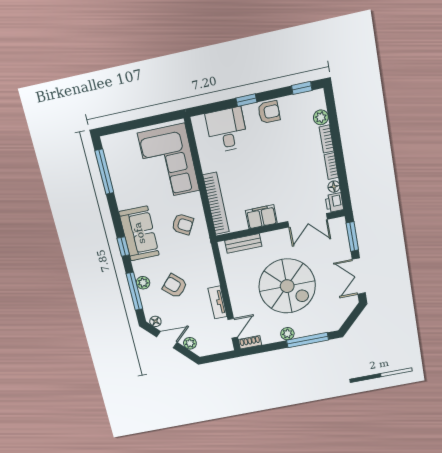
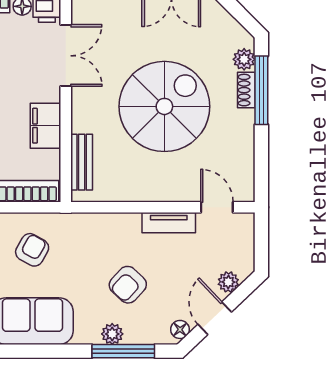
window: (123, 246) -> (48, 351), removed
plant: (287, 334) -> (244, 59), moved
shoe rack: (250, 342) -> (246, 90), moved

